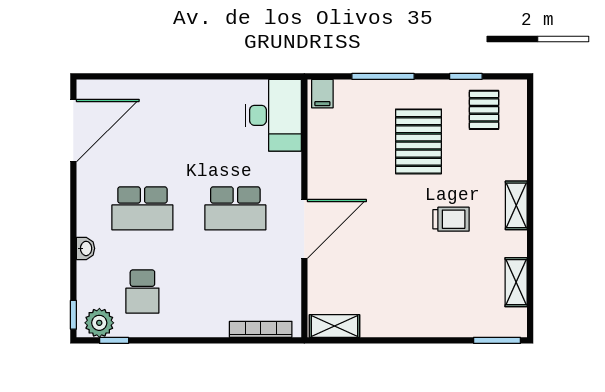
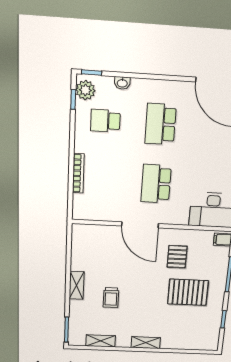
pallet: (484, 110) -> (177, 257), moved, turned 90
trolley: (451, 219) -> (111, 298), moved
washbasin: (86, 248) -> (122, 83), moved
shelving: (335, 326) -> (77, 285), moved
bookcase: (261, 329) -> (78, 173), moved

